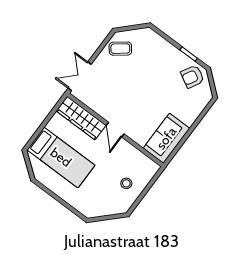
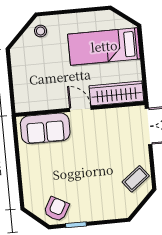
sofa: (166, 138) -> (45, 128), moved, turned 90
stool: (126, 183) -> (41, 31), moved

